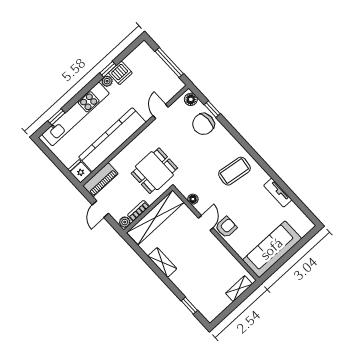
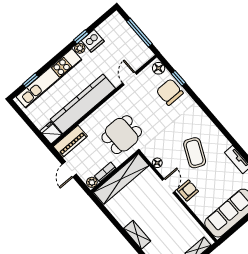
chair: (203, 124) -> (170, 92), turned 90
coffee table: (234, 171) -> (195, 153), moved, turned -73
shelving: (162, 262) -> (137, 235), moved

